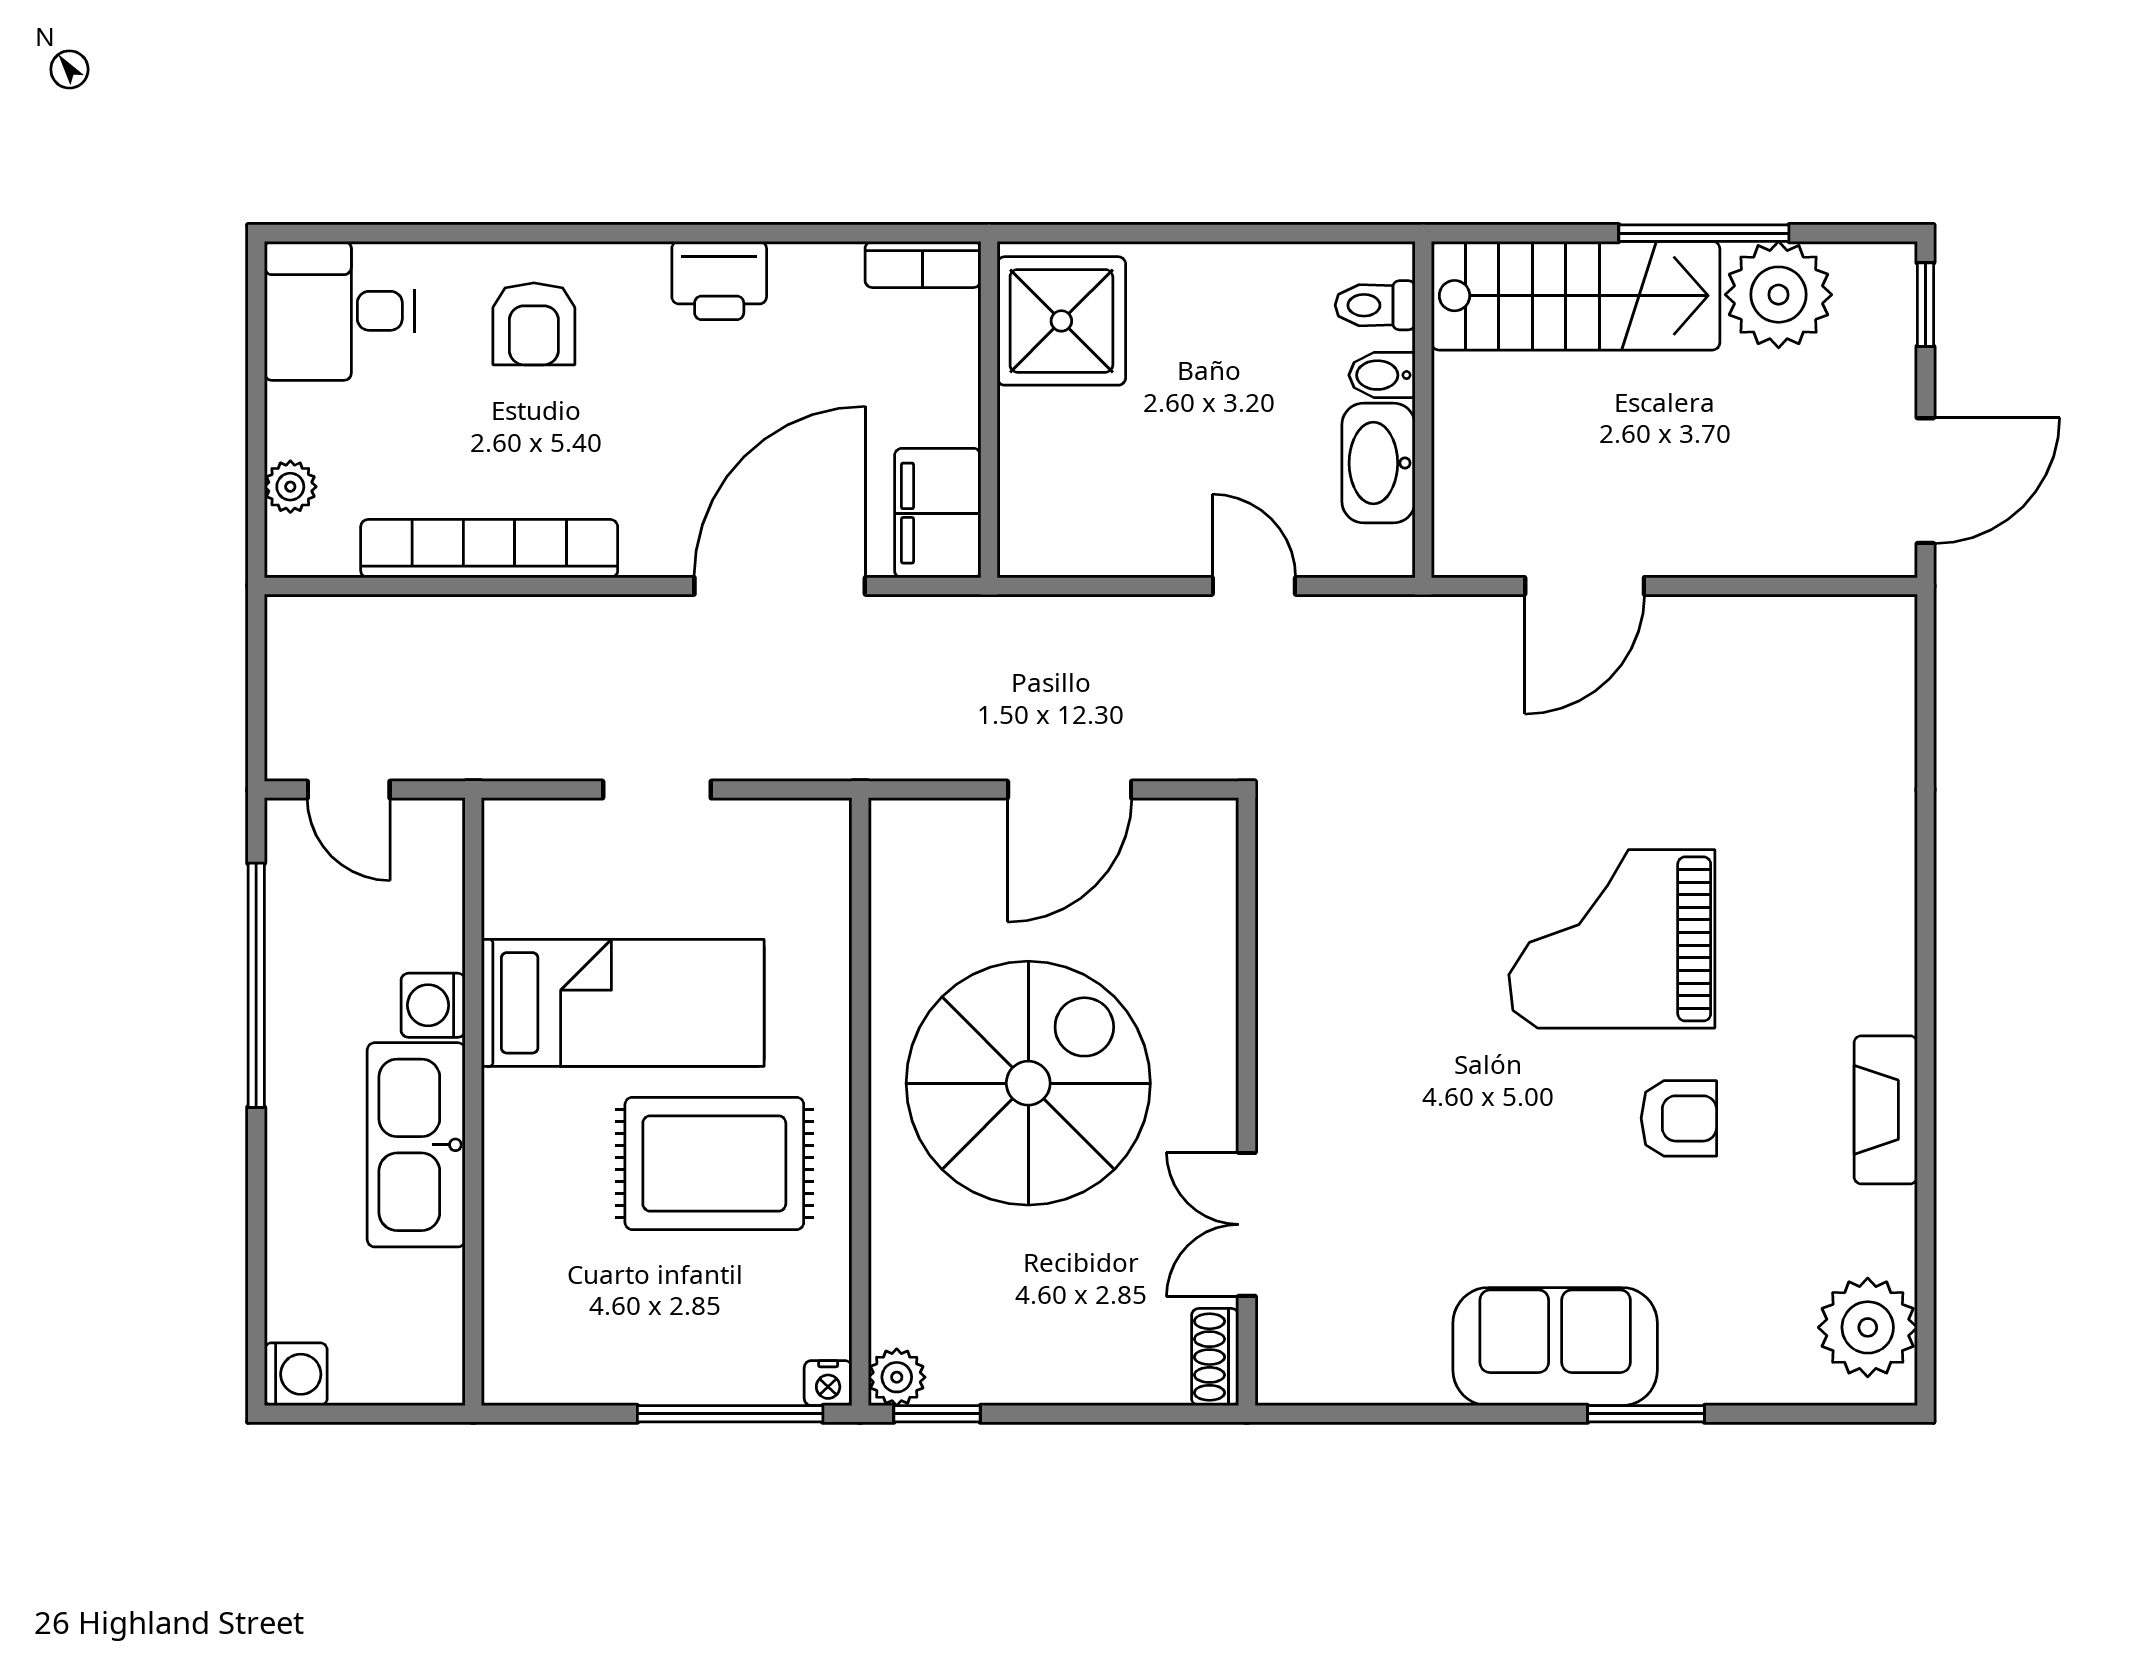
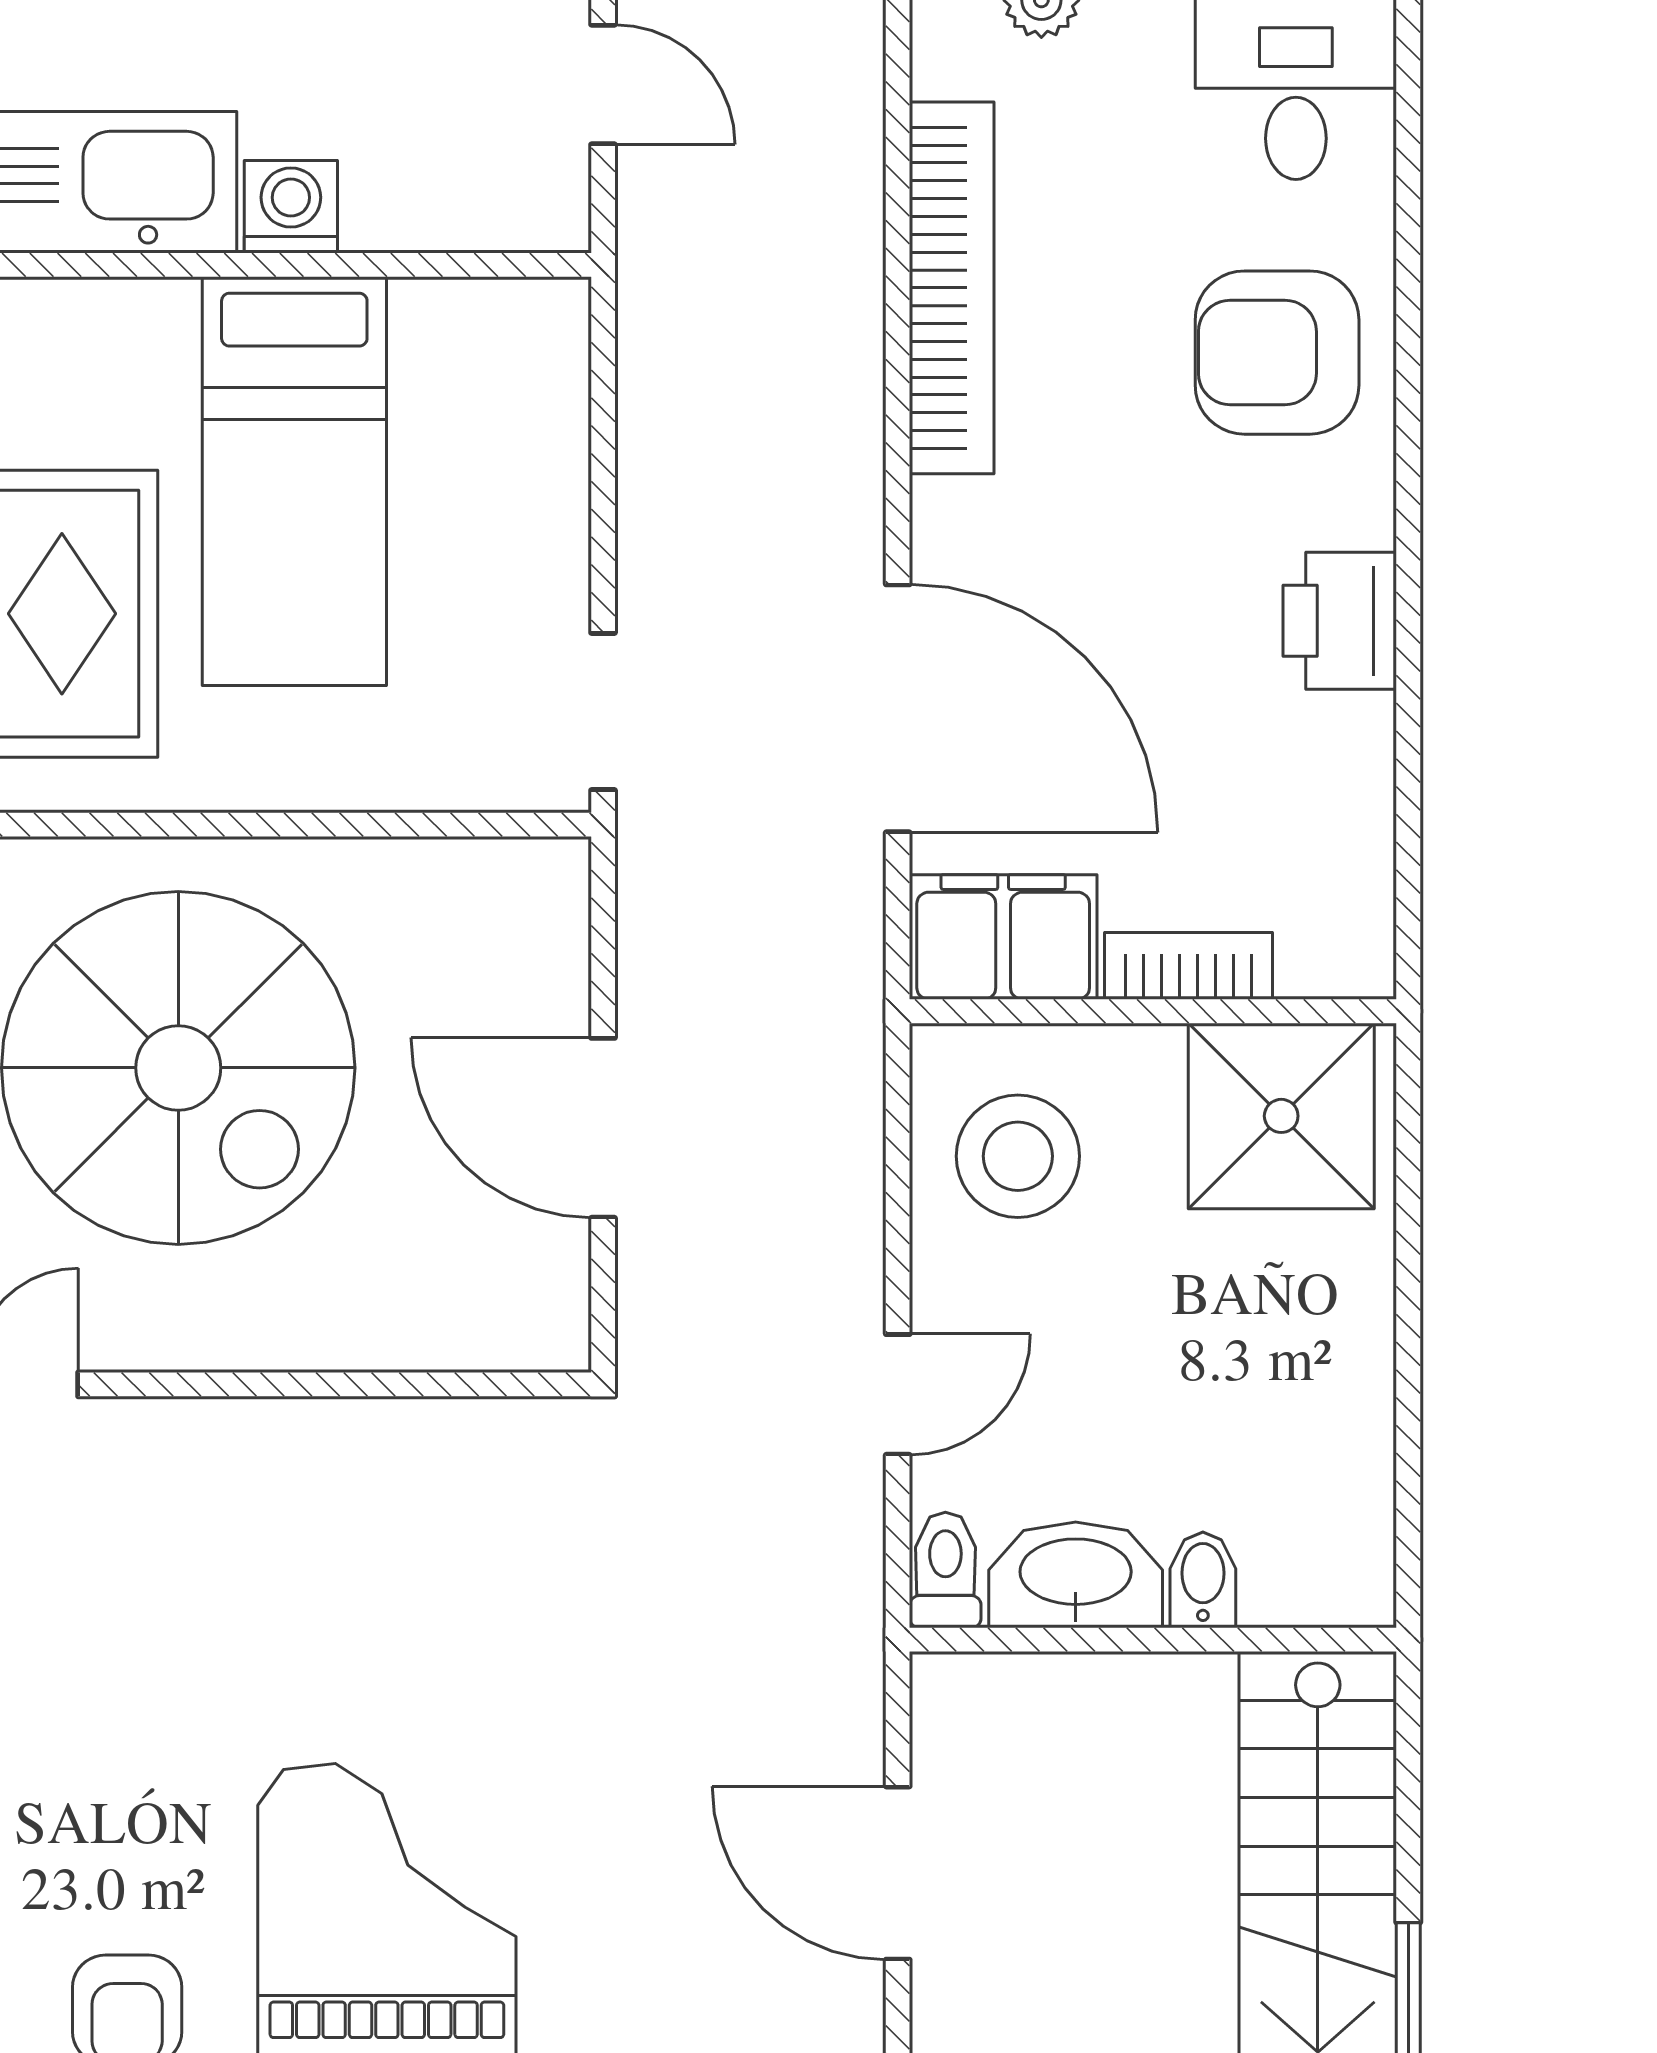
bookcase: (923, 264) -> (1188, 966), moved, turned 90
toilet: (1375, 305) -> (945, 1570), moved
armchair: (534, 324) -> (1277, 353), width x1.38, depth x1.38
stool: (1089, 503) -> (1018, 1156), added
door: (349, 790) -> (603, 84), swing flipped
doorway: (657, 790) -> (603, 712), moved

